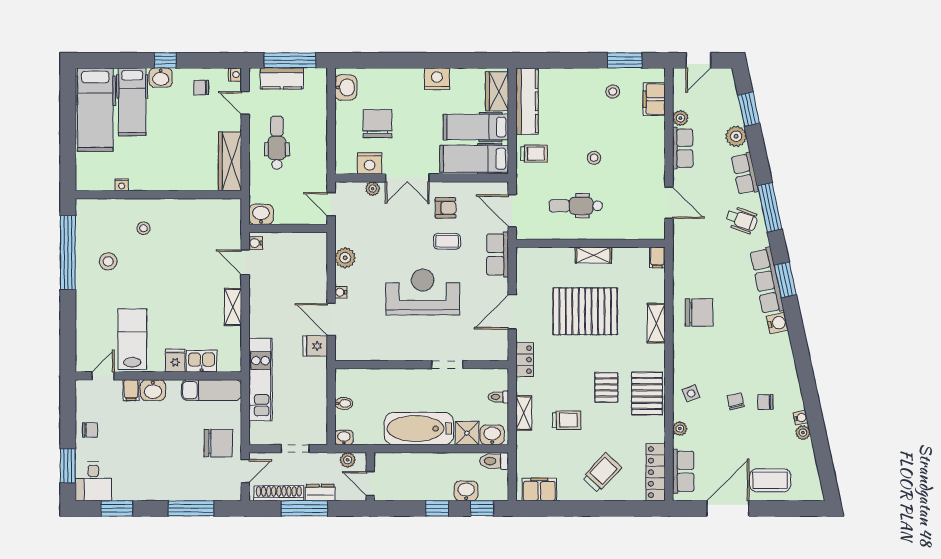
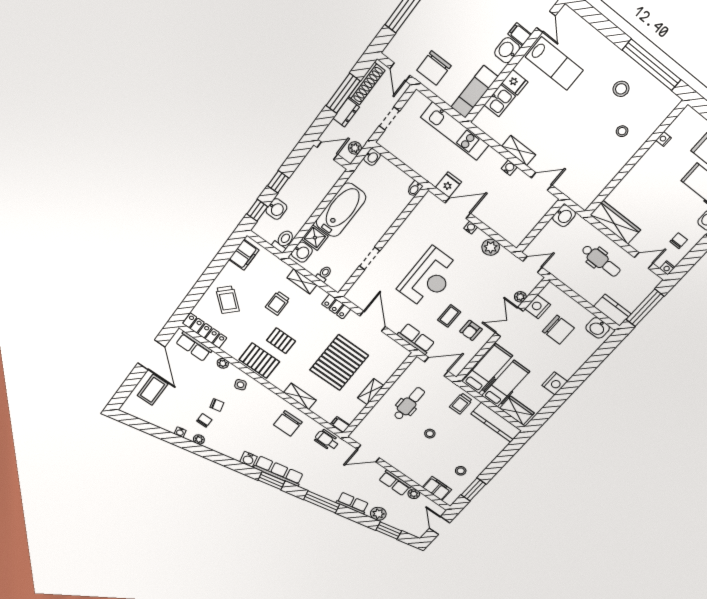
kitchen counter: (282, 78) -> (612, 310), moved, turned 90
wheelchair: (741, 220) -> (327, 440), moved, turned 70
water cooler: (256, 243) -> (509, 168), moved
bidet: (344, 403) -> (415, 189), moved
plant: (803, 433) -> (199, 439), moved

